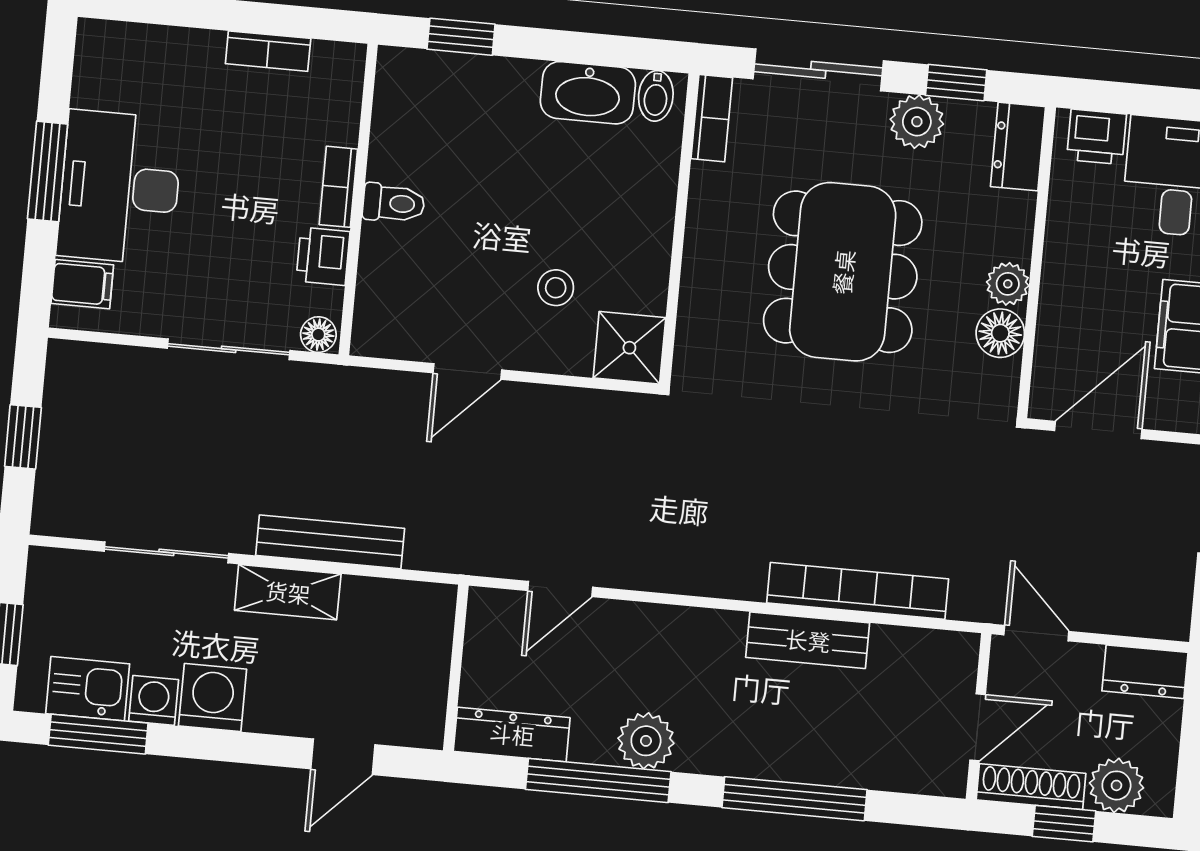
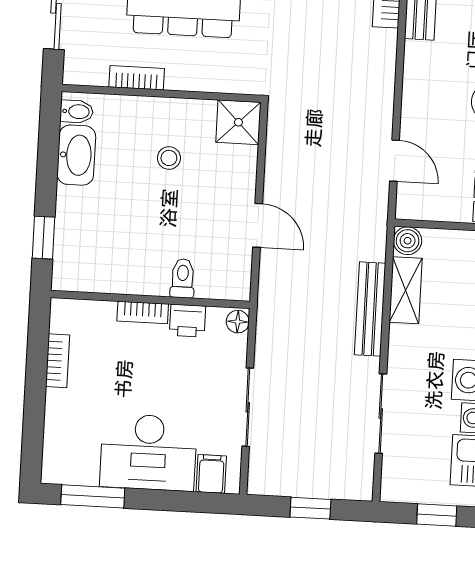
bookcase: (712, 118) -> (137, 78), moved
window: (48, 171) -> (93, 496), moved
toilet: (394, 203) -> (183, 278), moved
stool: (556, 288) -> (169, 158), moved
sliding door: (229, 349) -> (248, 407), moved
shelving: (288, 592) -> (406, 290), moved
boiler: (434, 604) -> (408, 241), added

